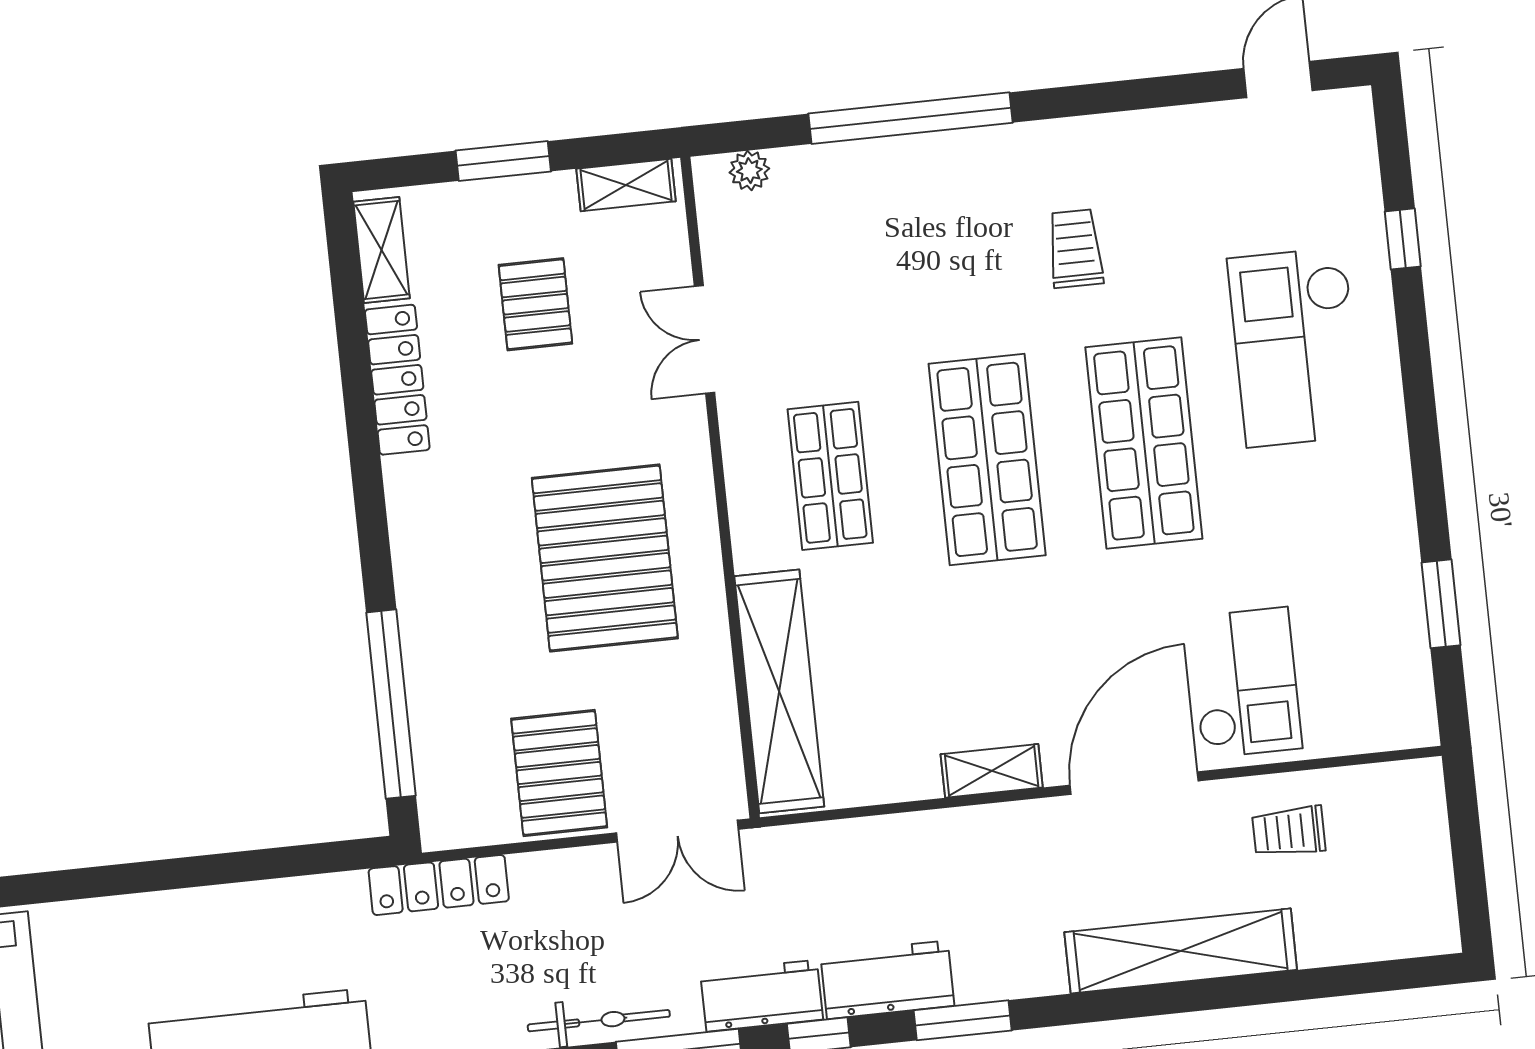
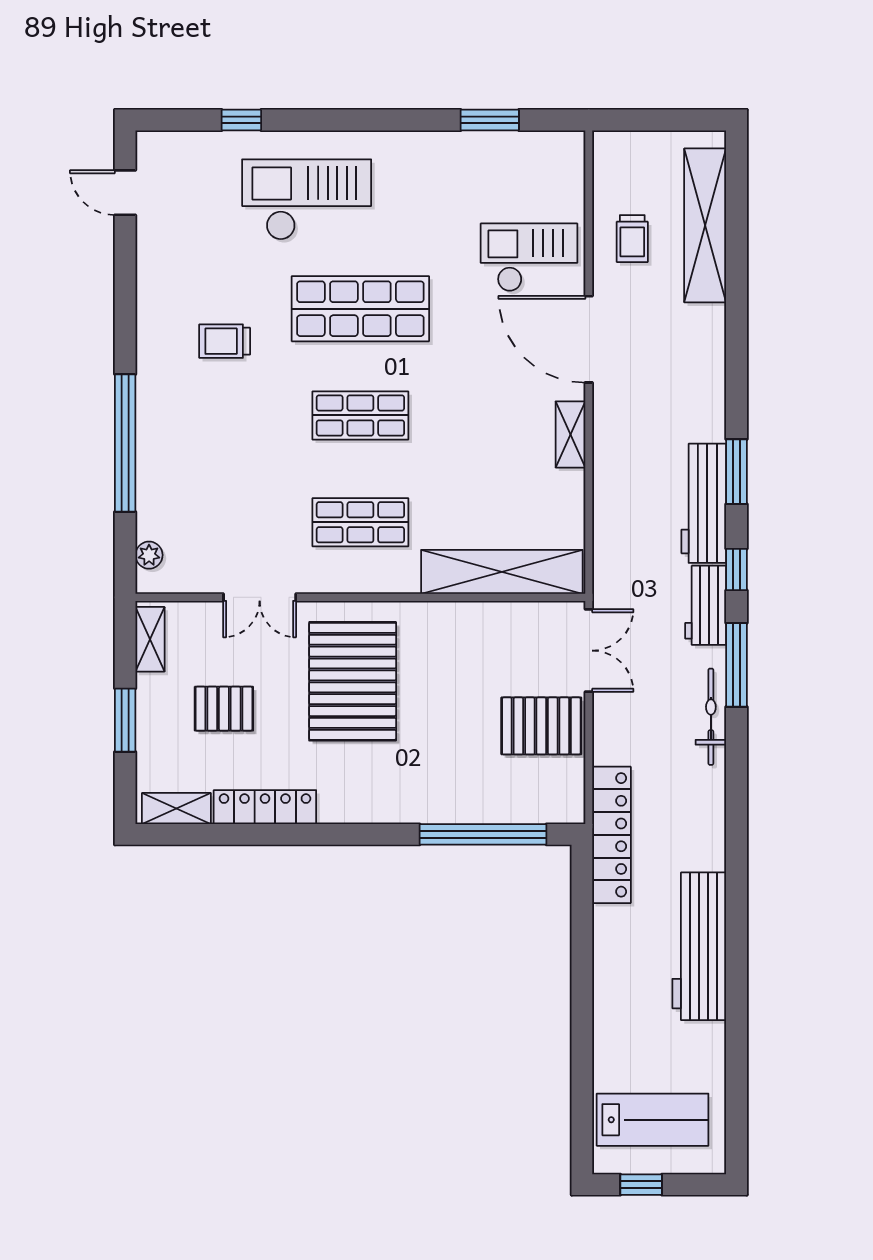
checkout: (1296, 347) -> (307, 200), turned 180
shop shelf: (987, 459) -> (360, 415), width x0.70, depth x0.74
pallet: (605, 558) -> (353, 681), moved, turned 90
locker: (439, 885) -> (612, 835), width x1.41, depth x1.21
shelving: (1181, 951) -> (705, 225), moved
workbench: (887, 980) -> (704, 503), width x1.38

